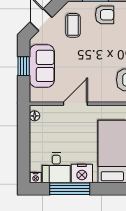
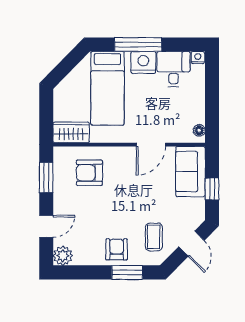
armchair: (105, 15) -> (117, 249), turned 90
sofa: (42, 66) -> (190, 172), moved
window: (70, 189) -> (138, 44), moved

